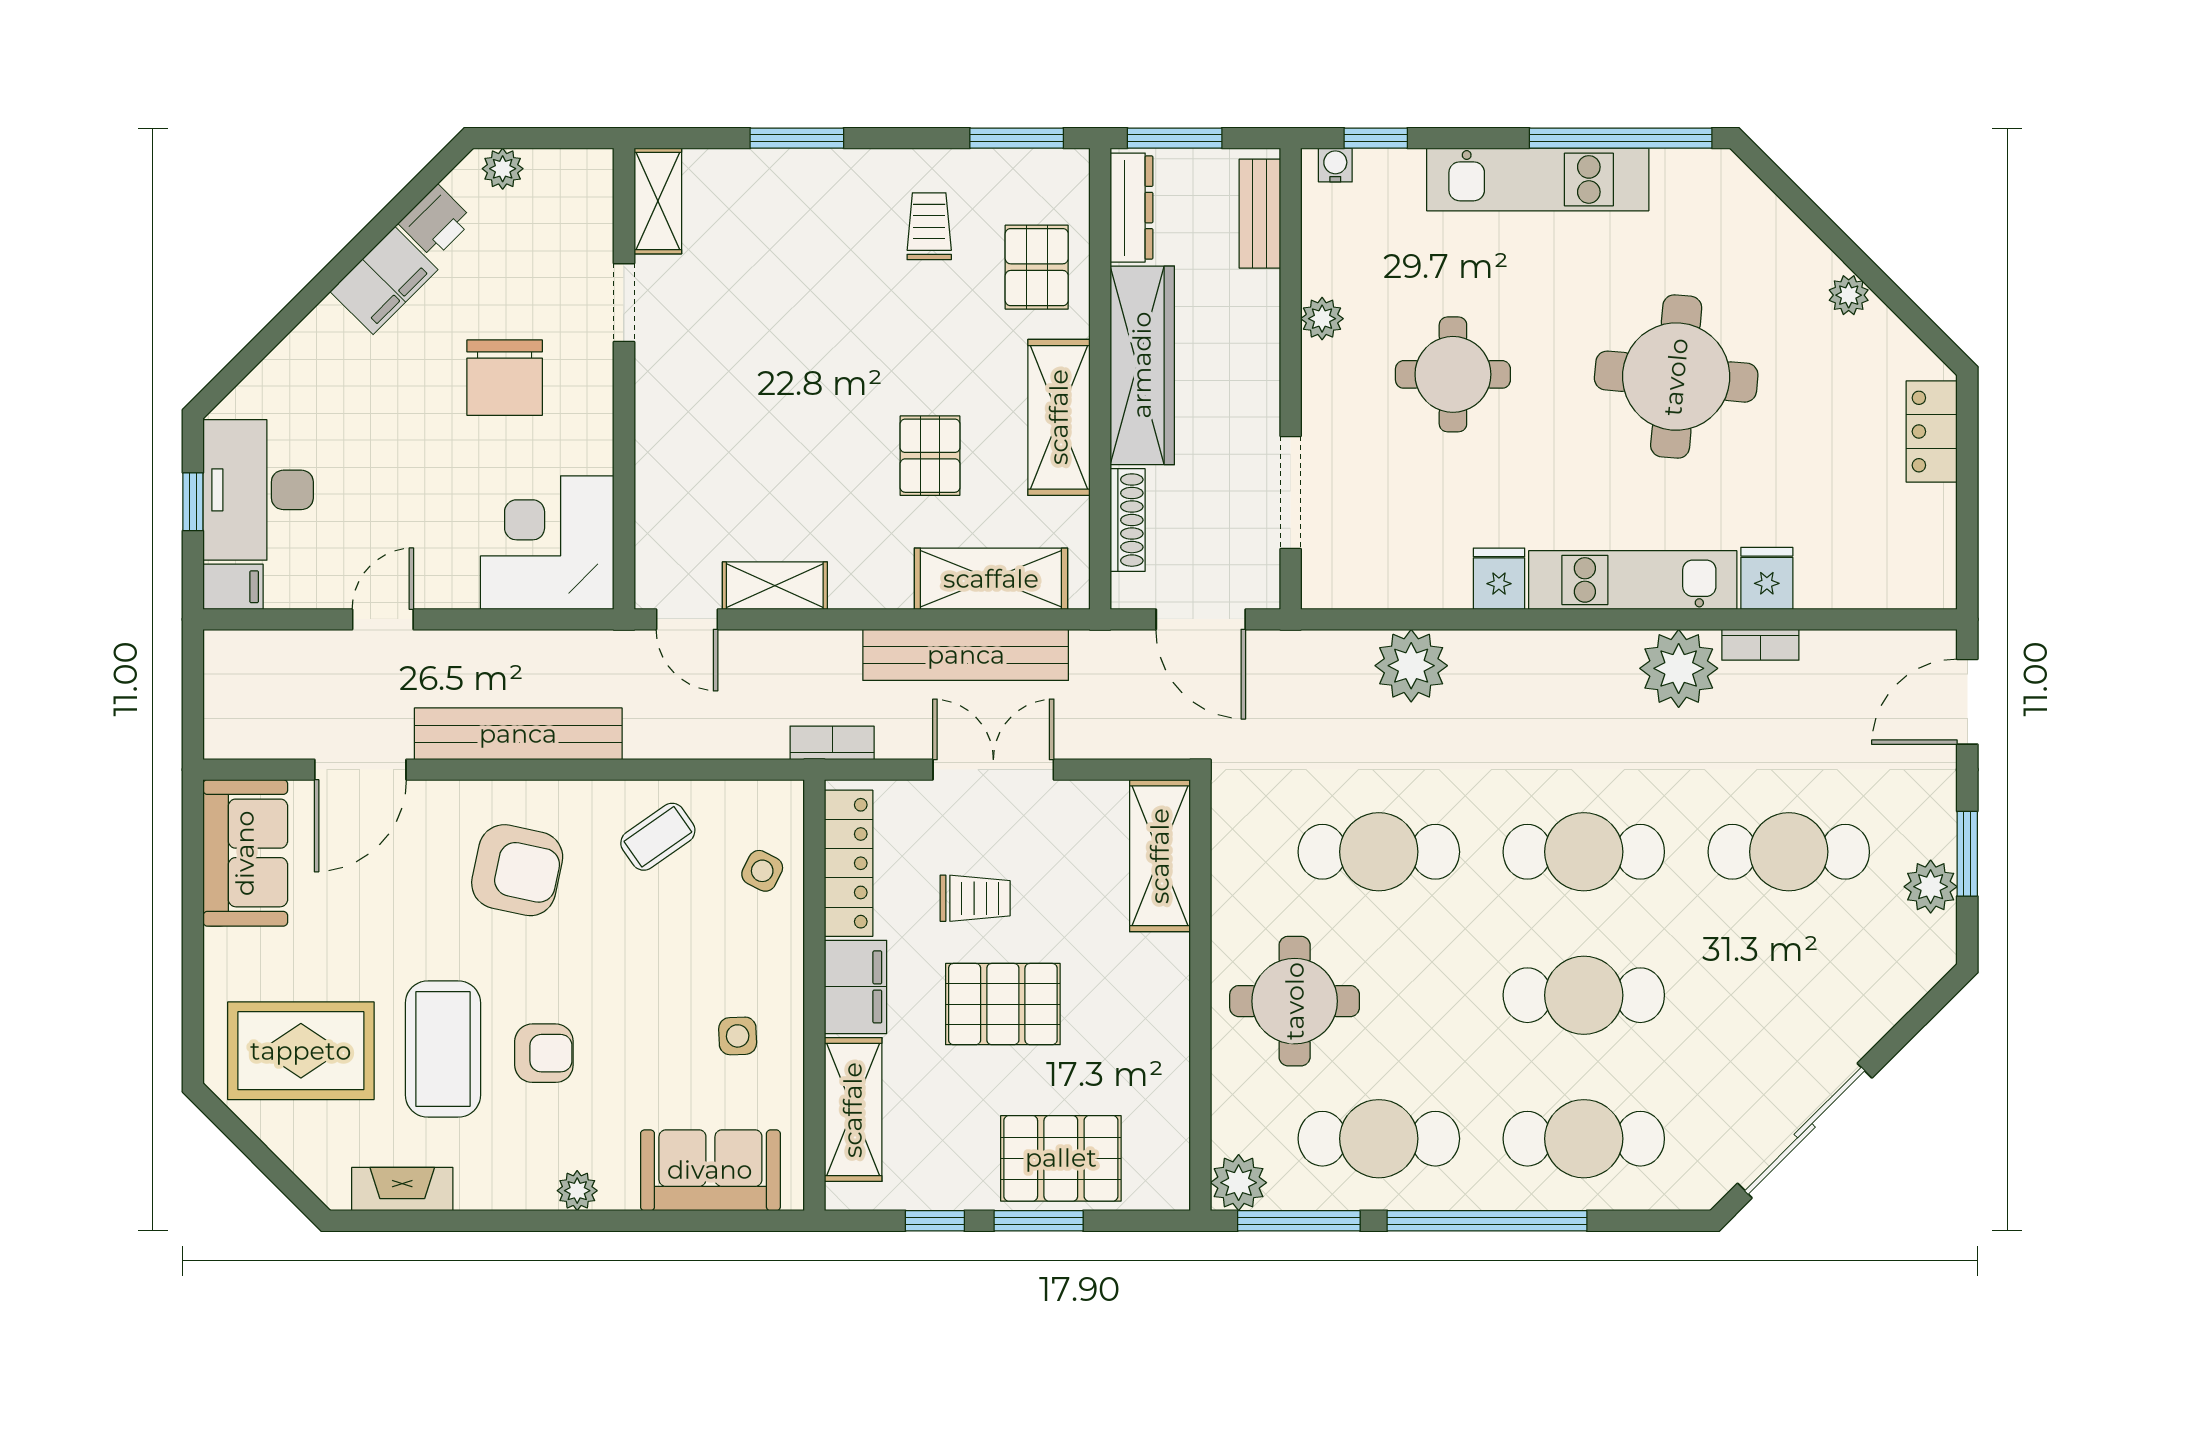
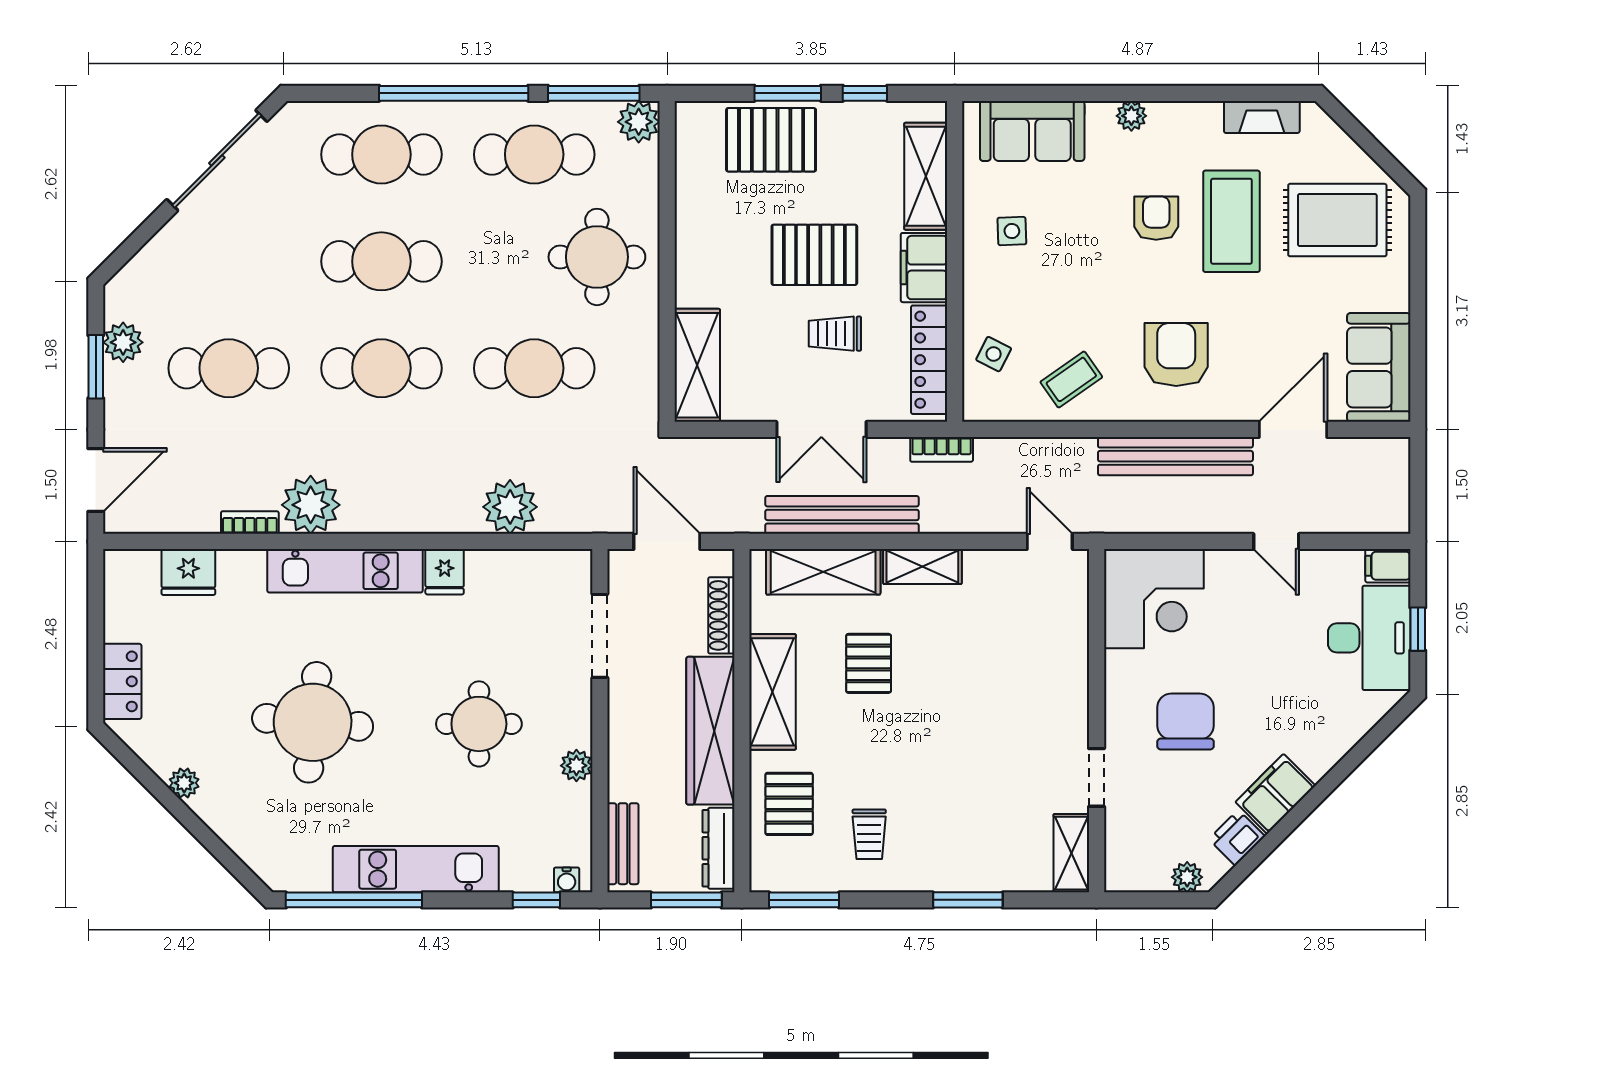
fridge: (1767, 578) -> (188, 572), moved, width x1.38
shelving: (775, 586) -> (922, 567), moved
door: (383, 619) -> (1276, 541), hinge flipped
armchair: (517, 870) -> (1176, 355), turned 78
armchair: (544, 1053) -> (1156, 218), turned 90

